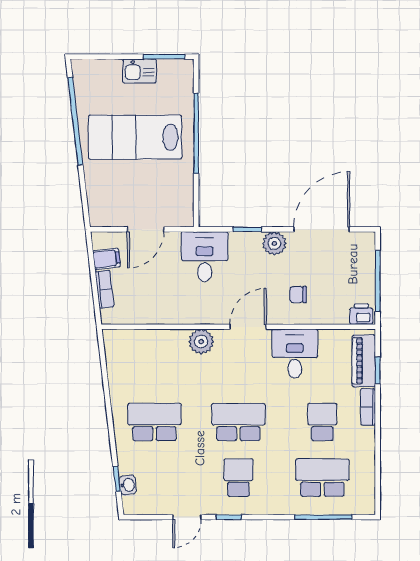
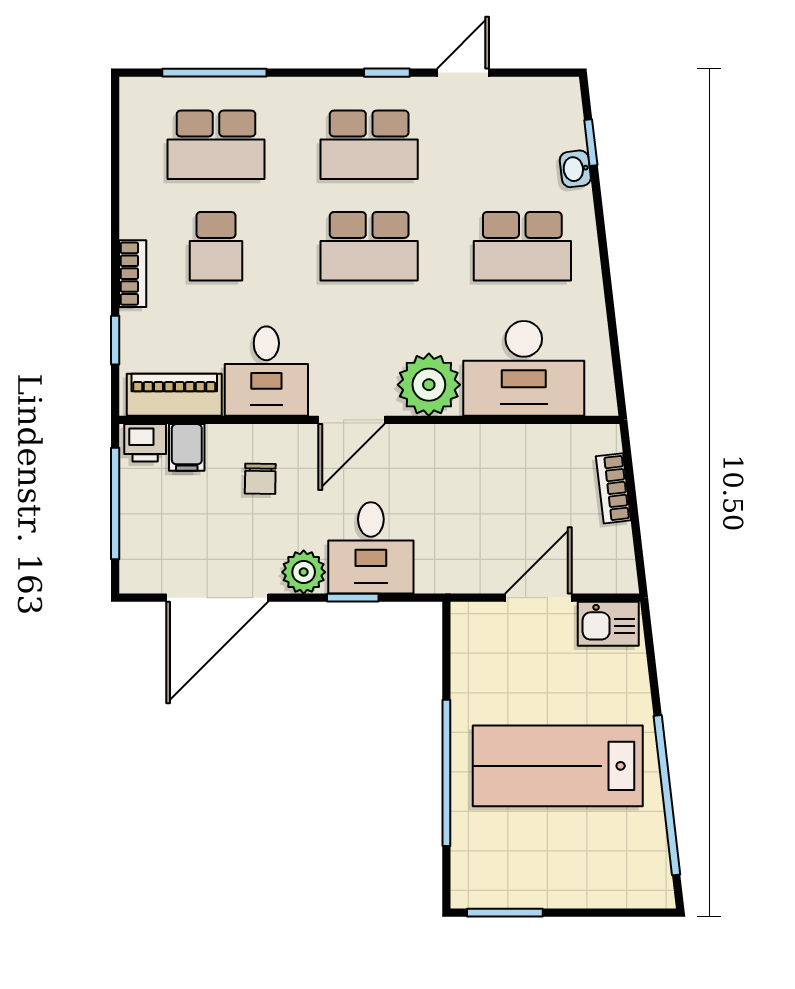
kitchen sink: (139, 71) -> (608, 624), moved, turned 180
lab bench: (135, 137) -> (558, 766), turned 180
desk: (205, 257) -> (371, 548), moved
filing cabinet: (106, 259) -> (187, 447), moved, turned -83
chair: (298, 295) -> (260, 479), turned 91
plant: (201, 342) -> (429, 385), width x1.36, depth x1.36
desk: (154, 355) -> (524, 368), added
piano: (364, 361) -> (174, 395), moved, turned -90
school desk: (238, 478) -> (369, 145), width x1.85
washbasin: (128, 485) -> (575, 169), moved

